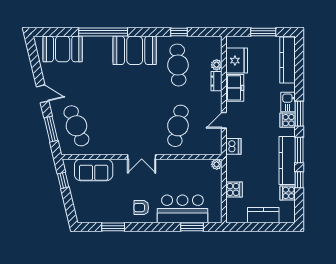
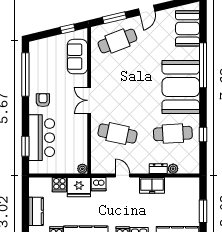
booth: (135, 50) -> (181, 87), width x1.36, depth x1.42
fridge: (237, 61) -> (79, 187), moved
window: (113, 227) -> (25, 74), width x2.11

